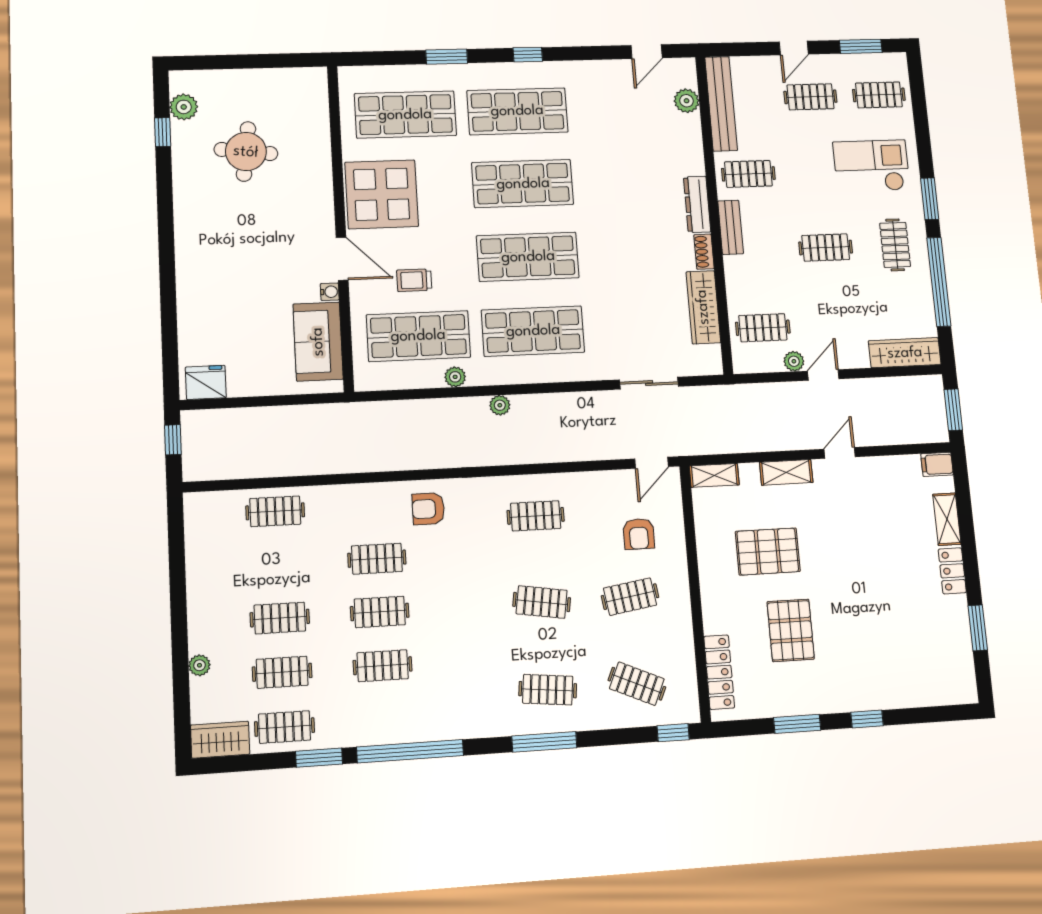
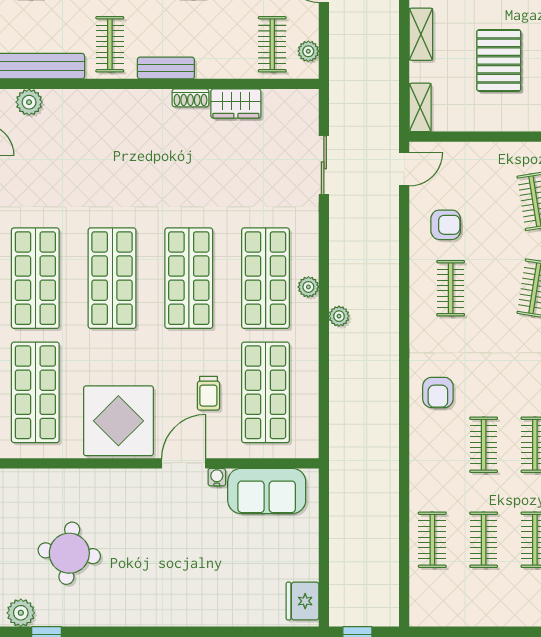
dresser: (697, 204) -> (140, 101), removed
wardrobe: (703, 307) -> (236, 103), width x0.67
plant: (794, 361) -> (308, 51), moved
plant: (455, 377) -> (308, 287), moved
door: (652, 463) -> (404, 169), hinge flipped
armchair: (639, 534) -> (446, 225), moved
clothes rail: (277, 564) -> (484, 540), added

